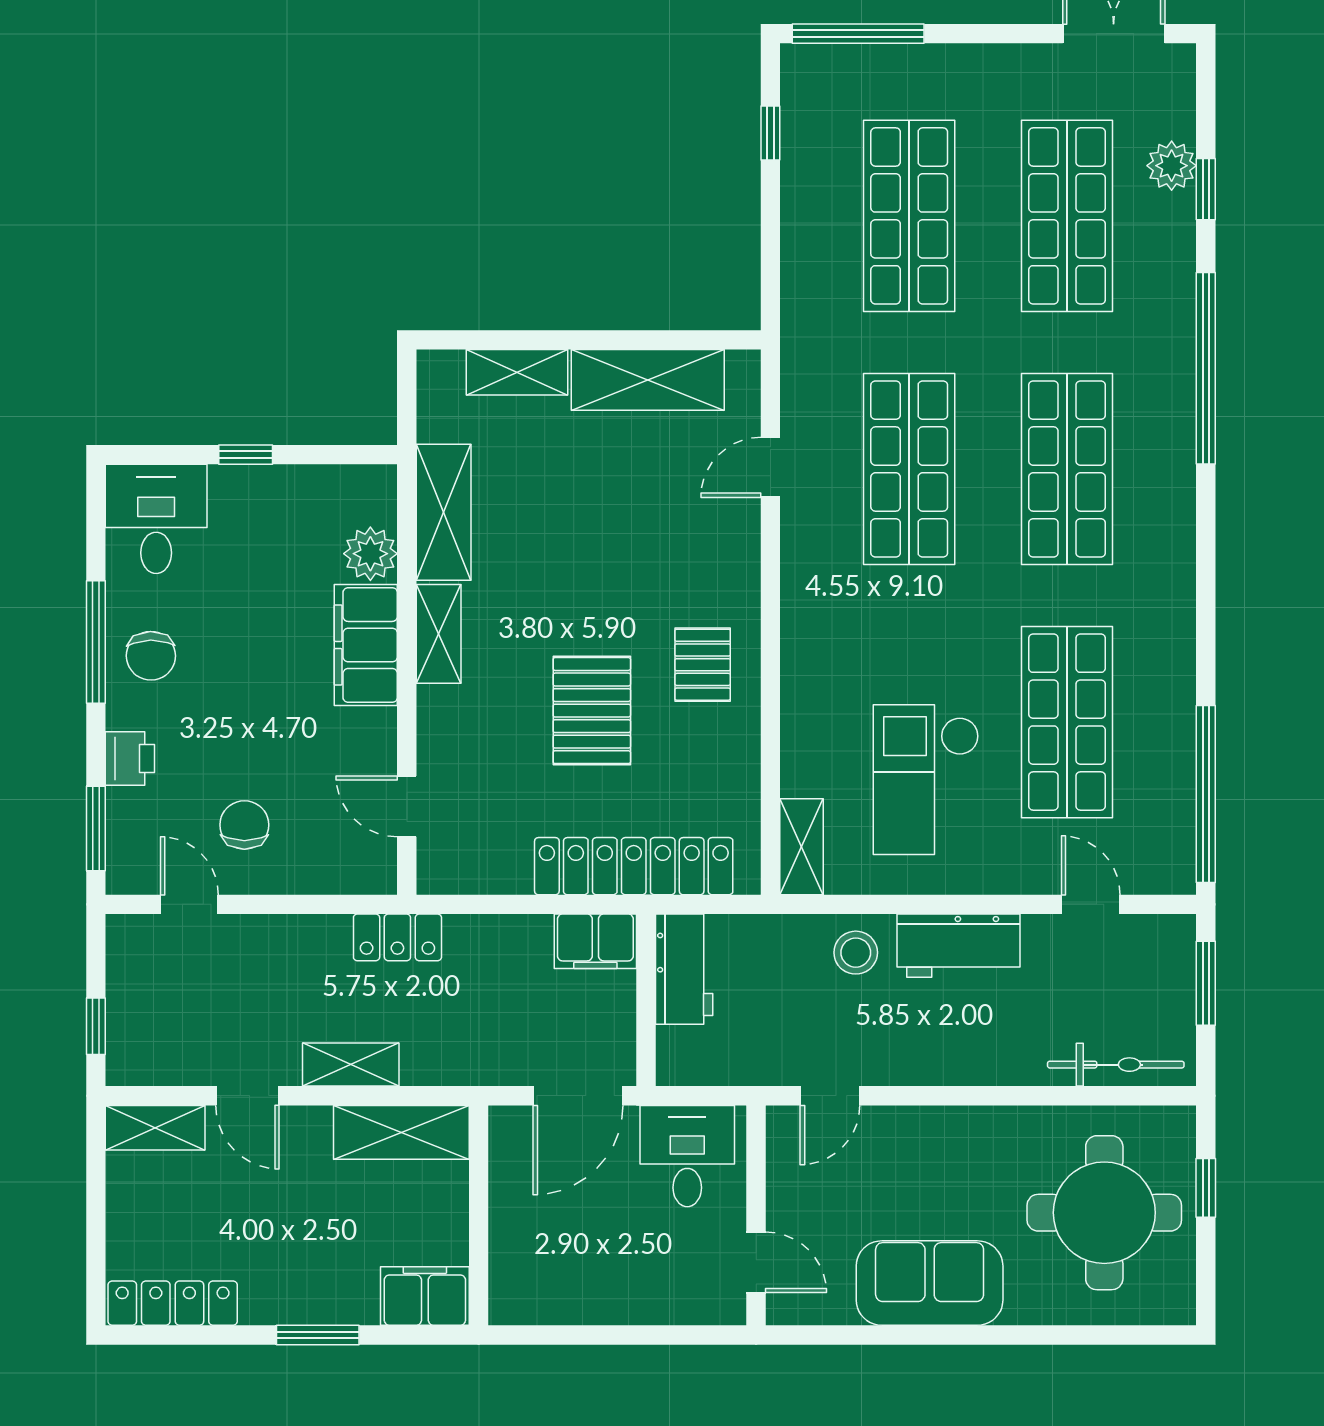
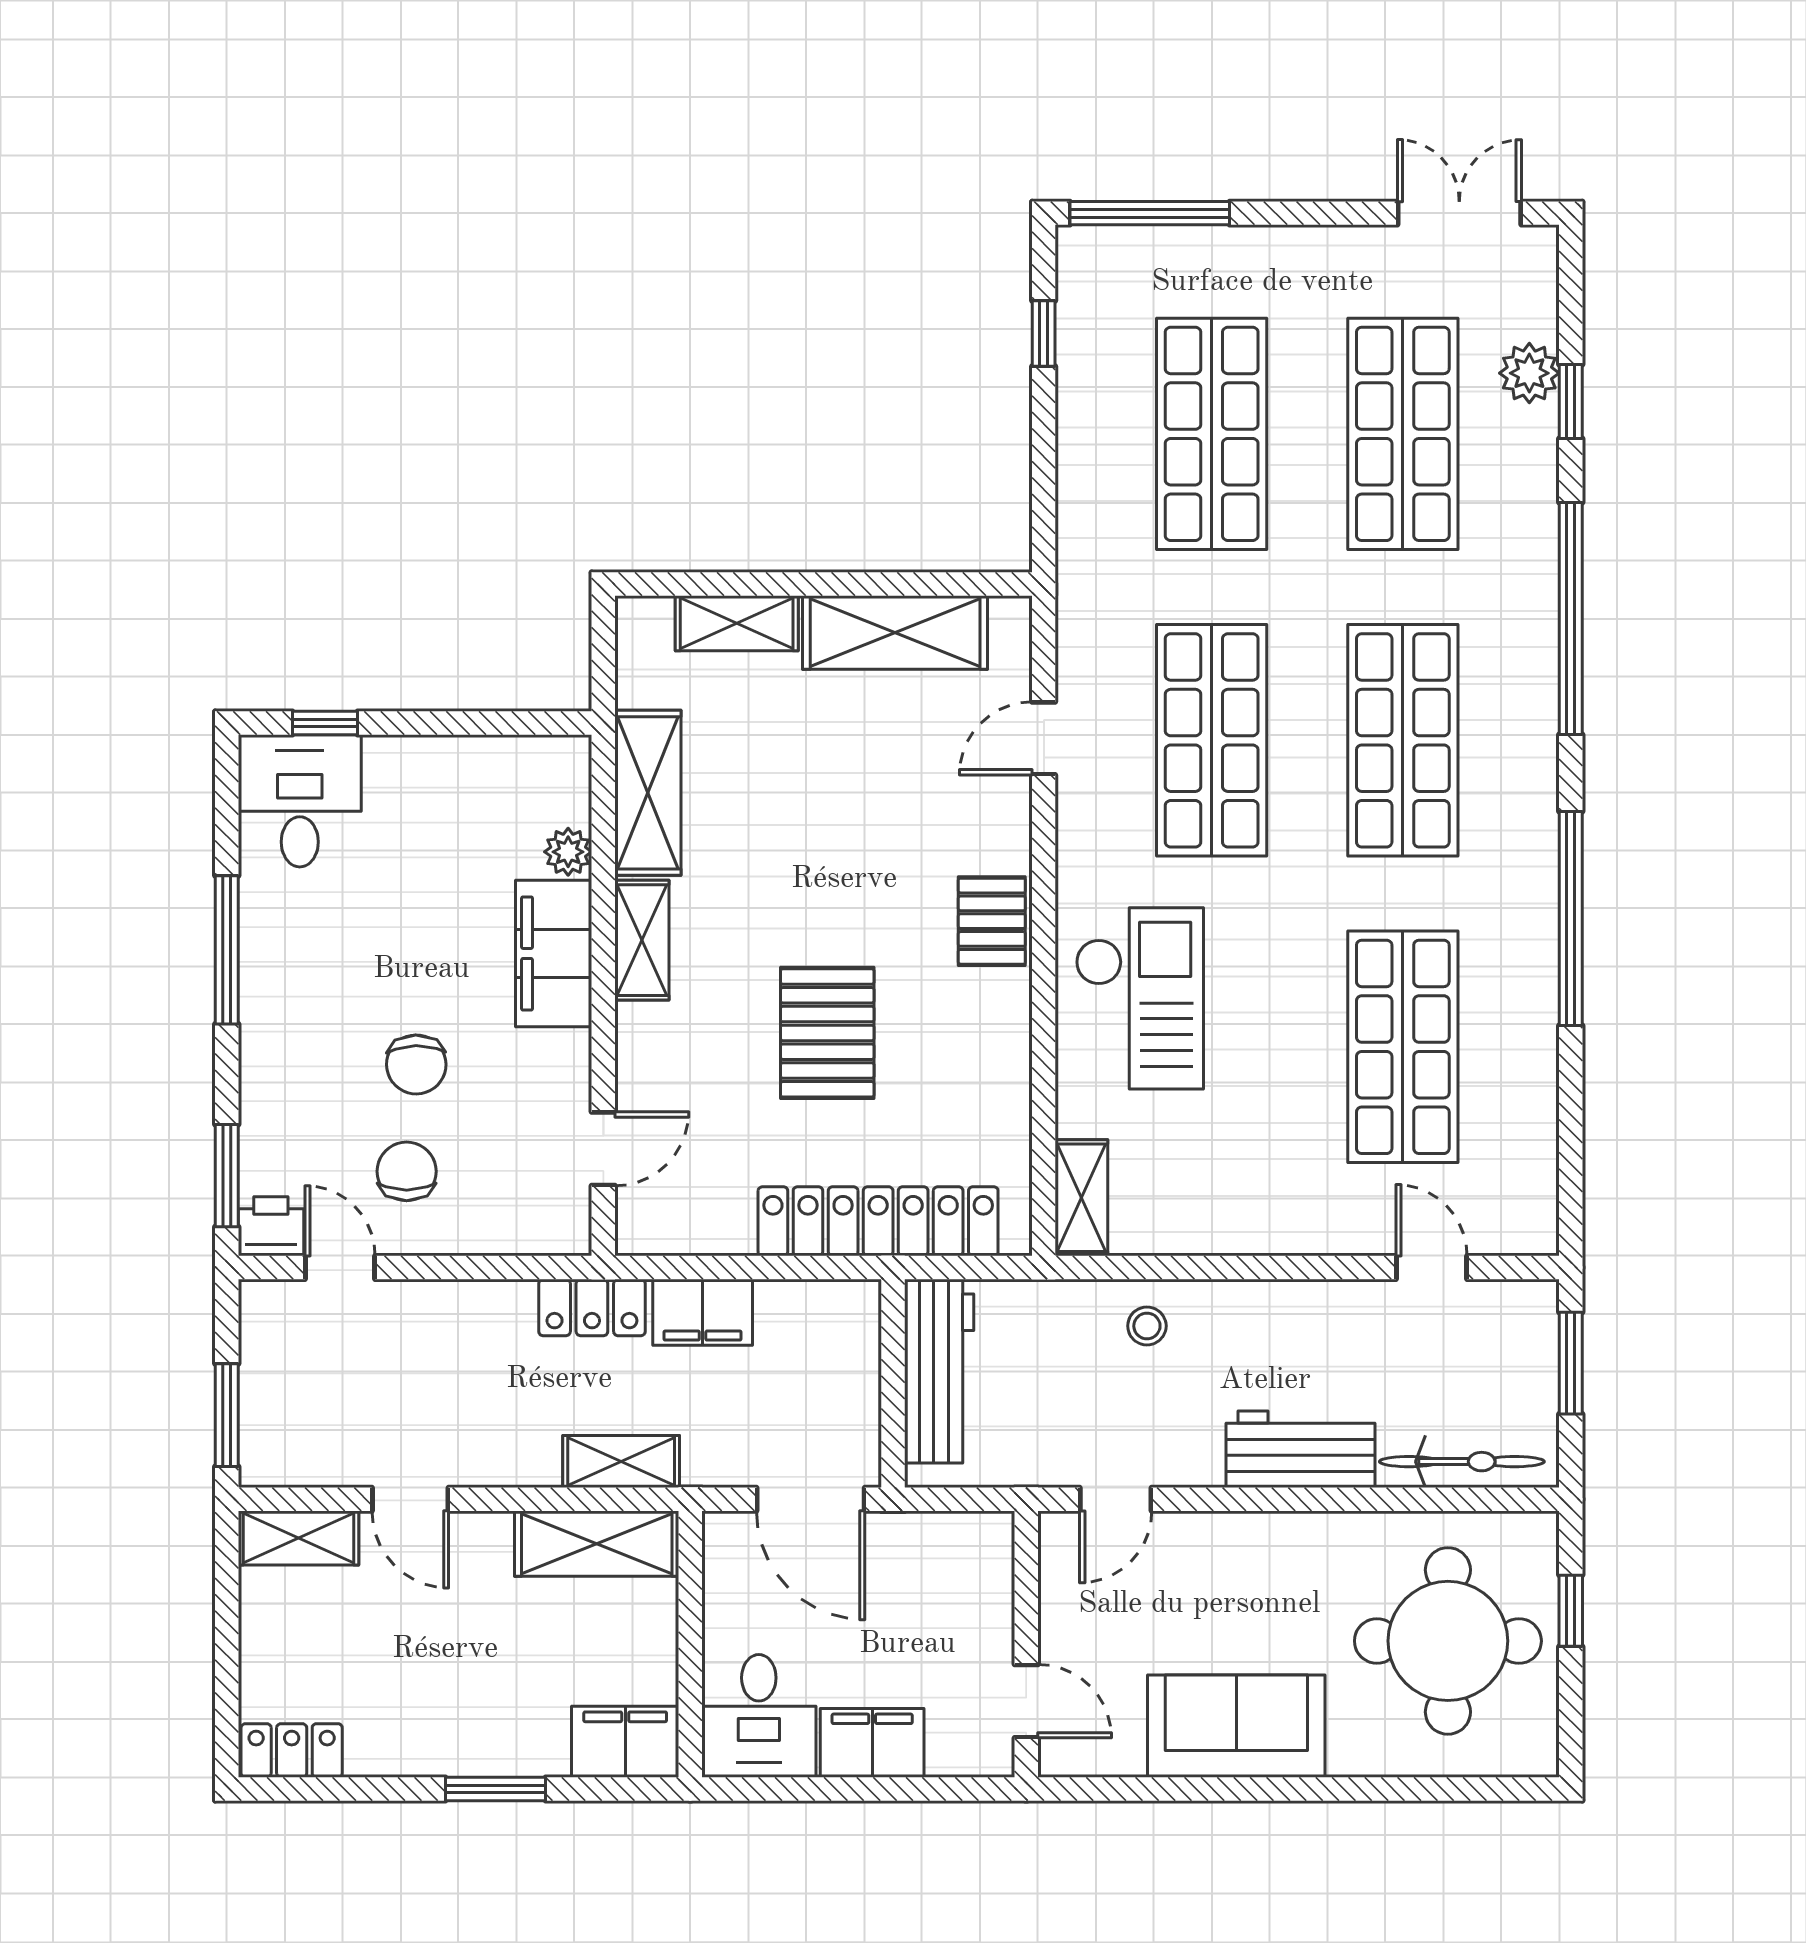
window: (246, 455) -> (325, 723), moved
plant: (370, 554) -> (568, 852), width x0.73, depth x0.73
chair: (151, 656) -> (416, 1064), moved
pallet: (703, 665) -> (992, 921), moved
printer: (130, 758) -> (271, 1226), moved, turned -90
checkout: (926, 780) -> (1140, 998), moved, turned 180
window: (1206, 794) -> (1571, 918), moved
door: (407, 806) -> (603, 1149), swing flipped
filing cabinet: (595, 941) -> (703, 1312), moved
workbench: (958, 946) -> (1300, 1449), moved, turned 180
stool: (856, 953) -> (1147, 1326), width x0.73, depth x0.73
workbench: (684, 969) -> (939, 1371), width x1.38
window: (96, 1026) -> (227, 1415), width x1.50
shelving: (351, 1065) -> (621, 1462), moved
door: (578, 1096) -> (811, 1499), hinge flipped
desk: (687, 1156) -> (759, 1716), moved, turned 180
filing cabinet: (629, 1297) -> (872, 1743), added
locker: (173, 1303) -> (292, 1750), width x0.66

